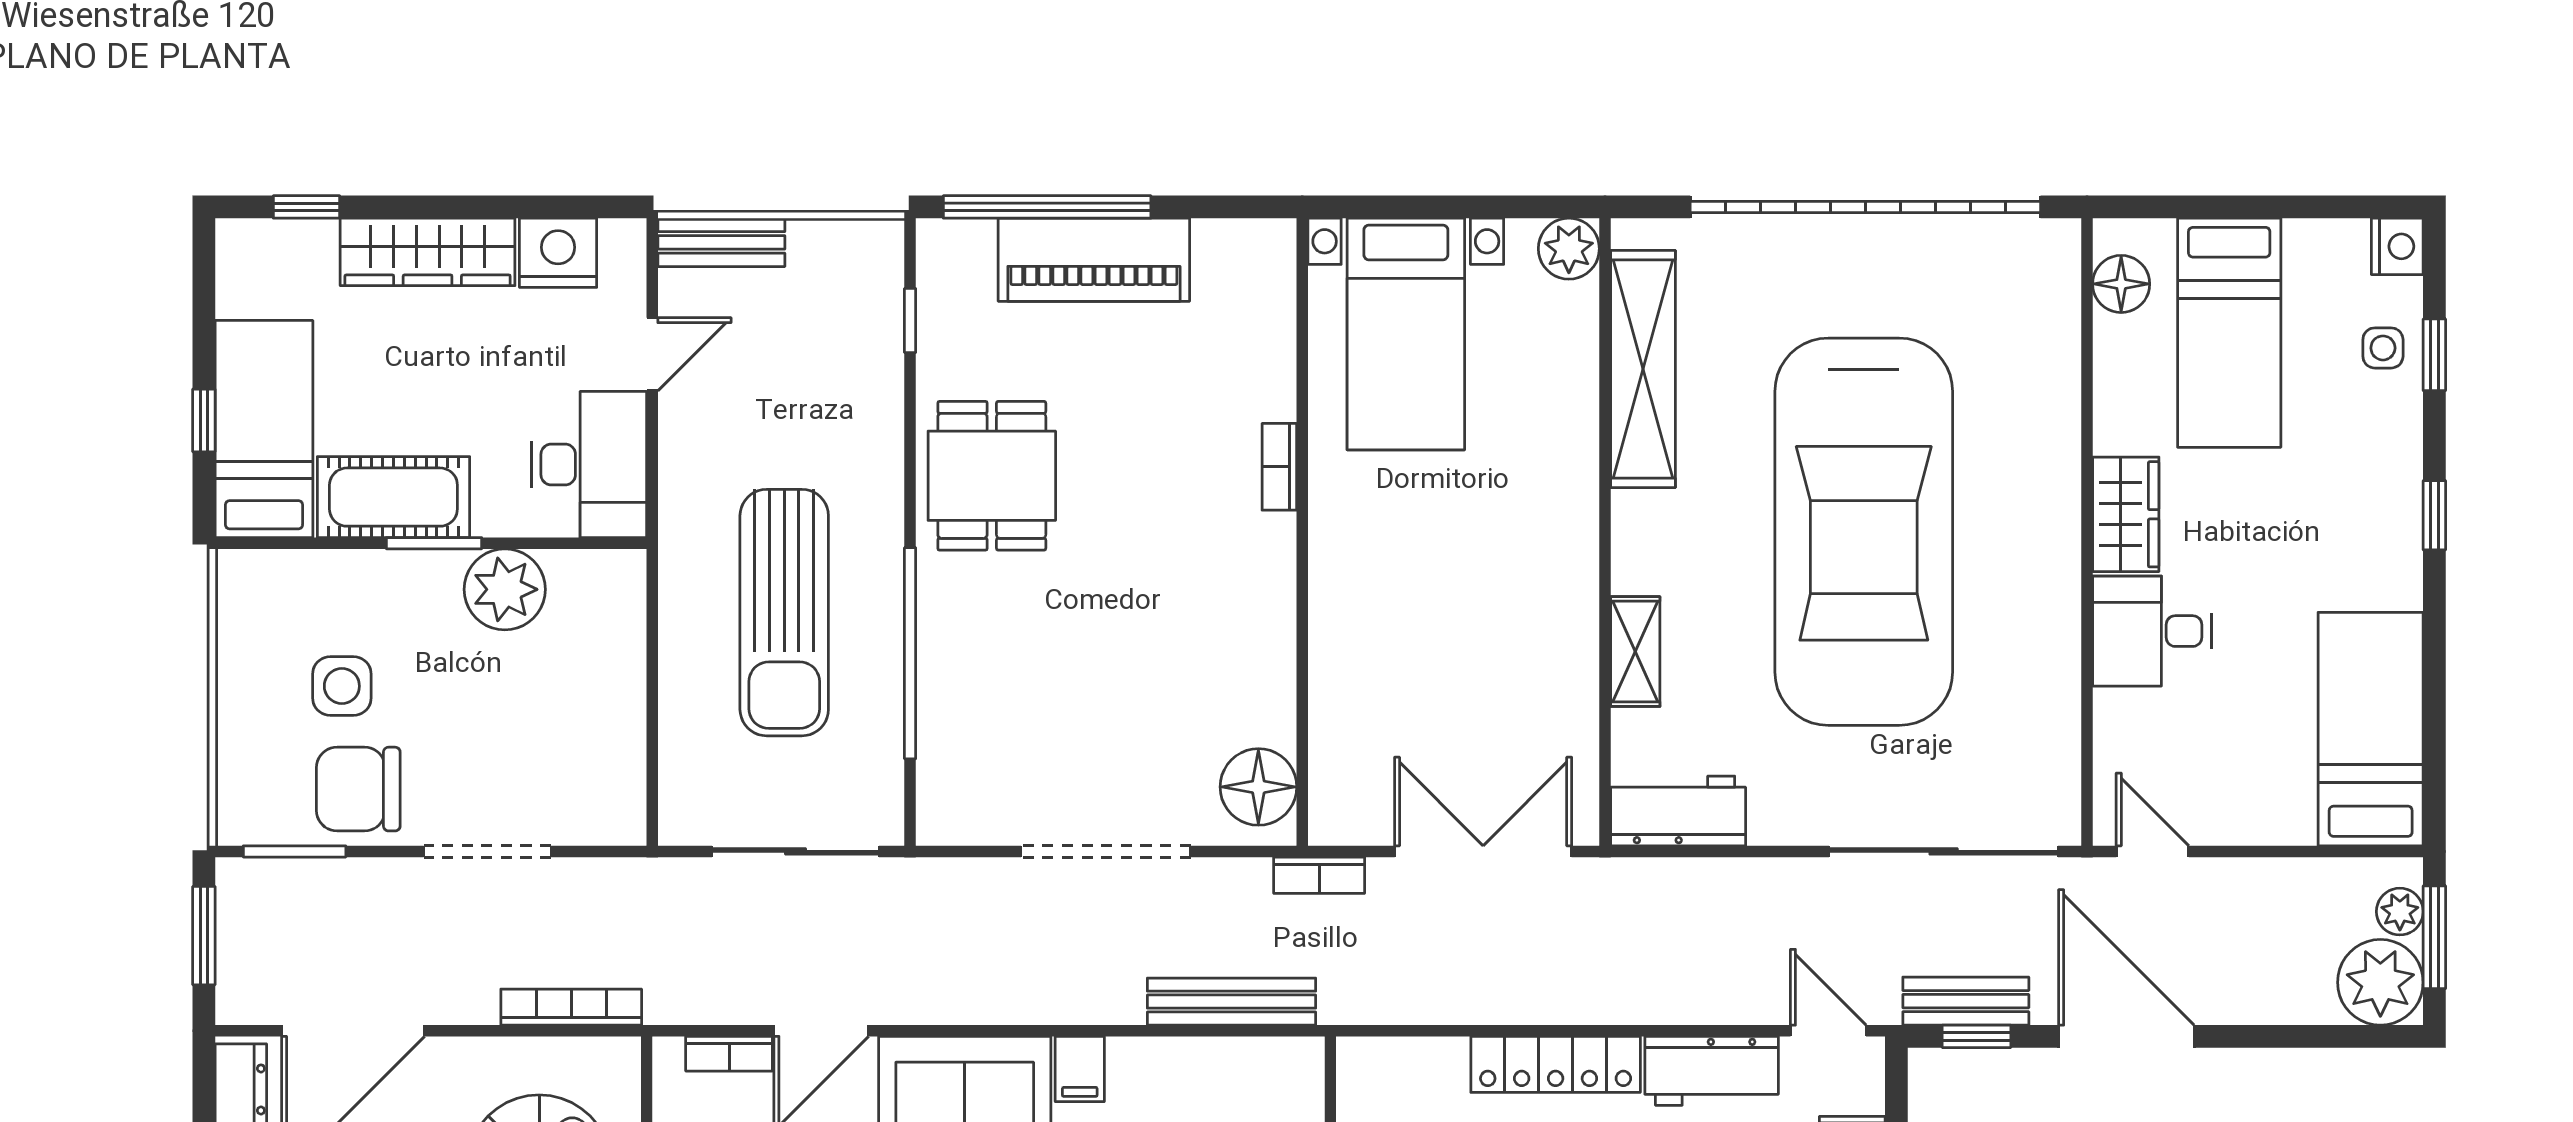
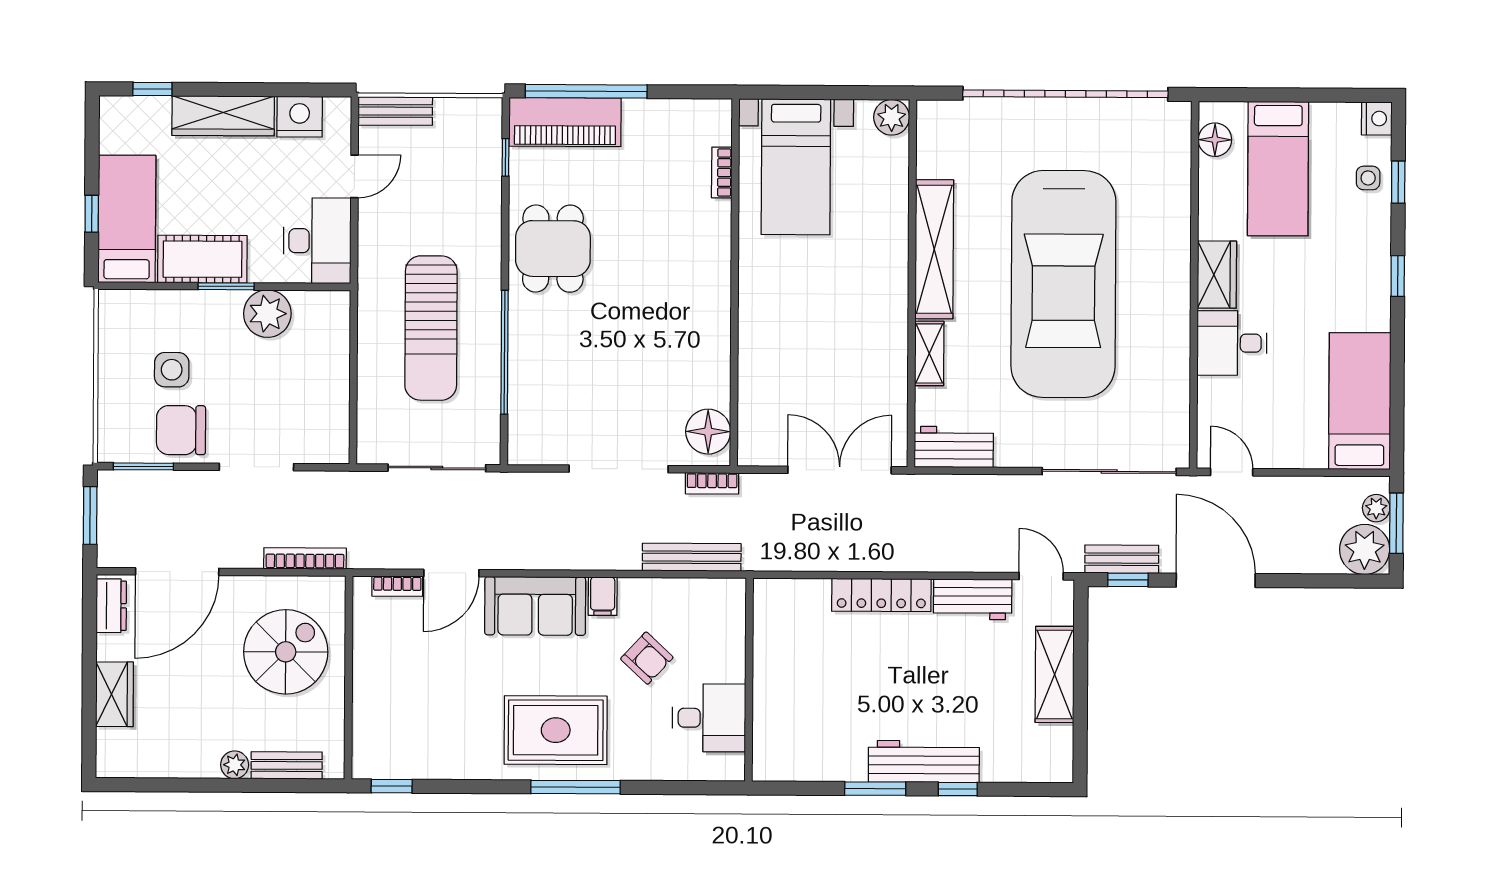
piano: (1094, 260) -> (565, 122), moved
shelving: (1643, 369) -> (934, 249), moved
bookcase: (1279, 467) -> (722, 173), moved
bookcase: (1319, 875) -> (712, 483), moved

